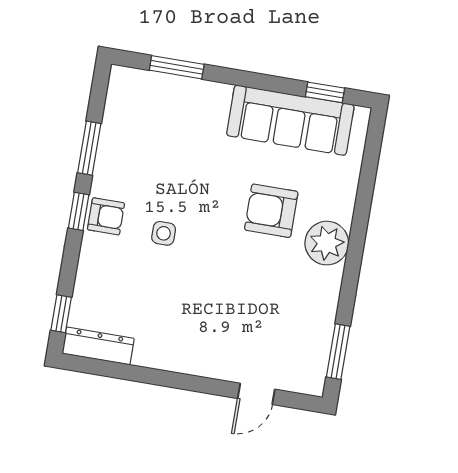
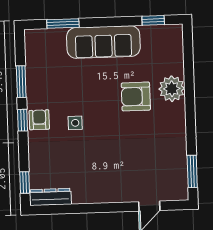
sofa: (290, 120) -> (103, 42), moved
armchair: (106, 216) -> (39, 120), turned -90
plant: (327, 243) -> (172, 89), moved

